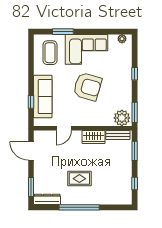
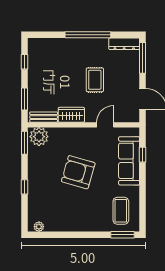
window: (63, 32) -> (122, 235), moved
corner sofa: (86, 49) -> (79, 215), removed
rug: (79, 179) -> (95, 80), moved, turned 90
window: (31, 187) -> (143, 58), width x1.44

